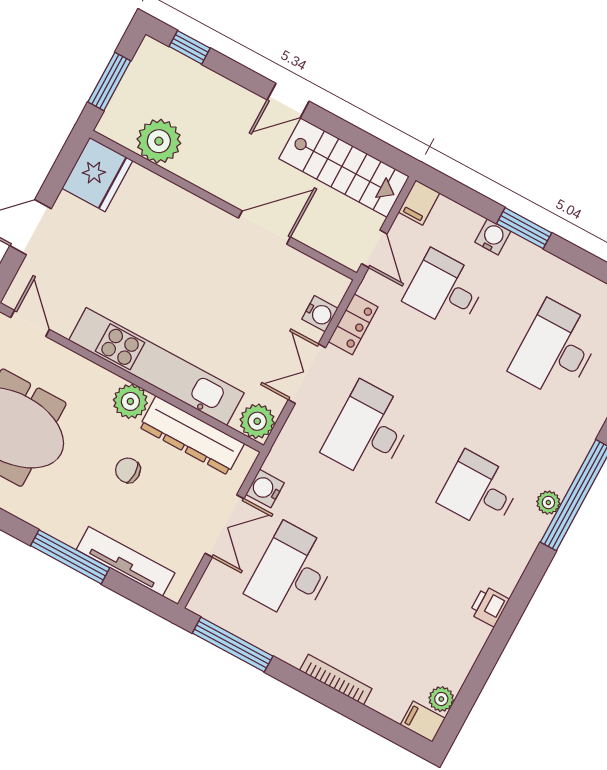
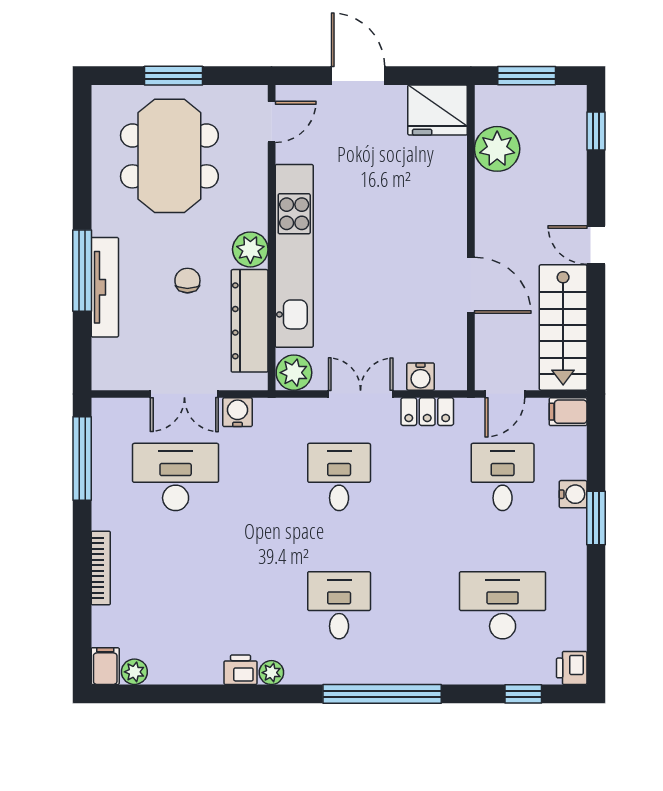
desk: (369, 431) -> (339, 477), width x0.73
plant: (548, 503) -> (271, 673), moved
tv unit: (126, 561) -> (105, 287), moved

